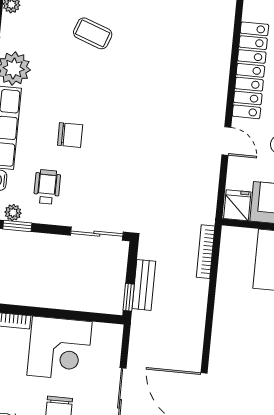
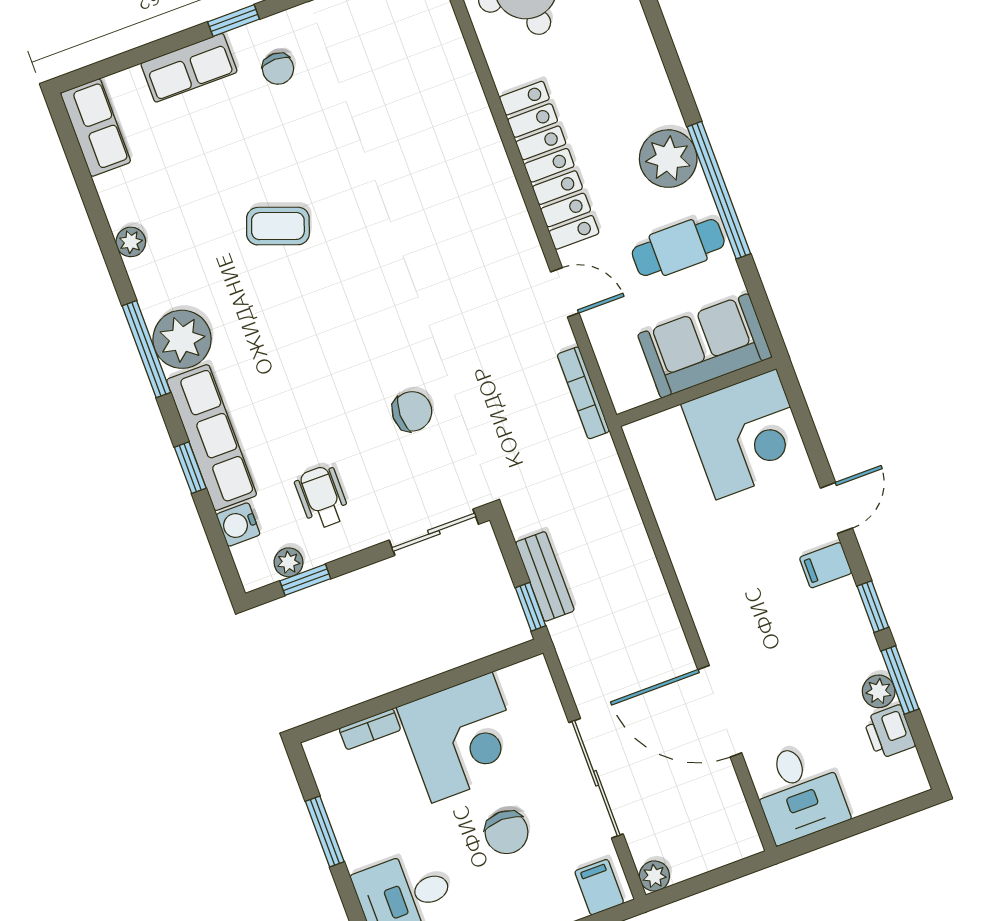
chair: (70, 135) -> (412, 411), moved
fridge: (237, 205) -> (630, 384), removed
bookcase: (206, 252) -> (583, 393), moved

